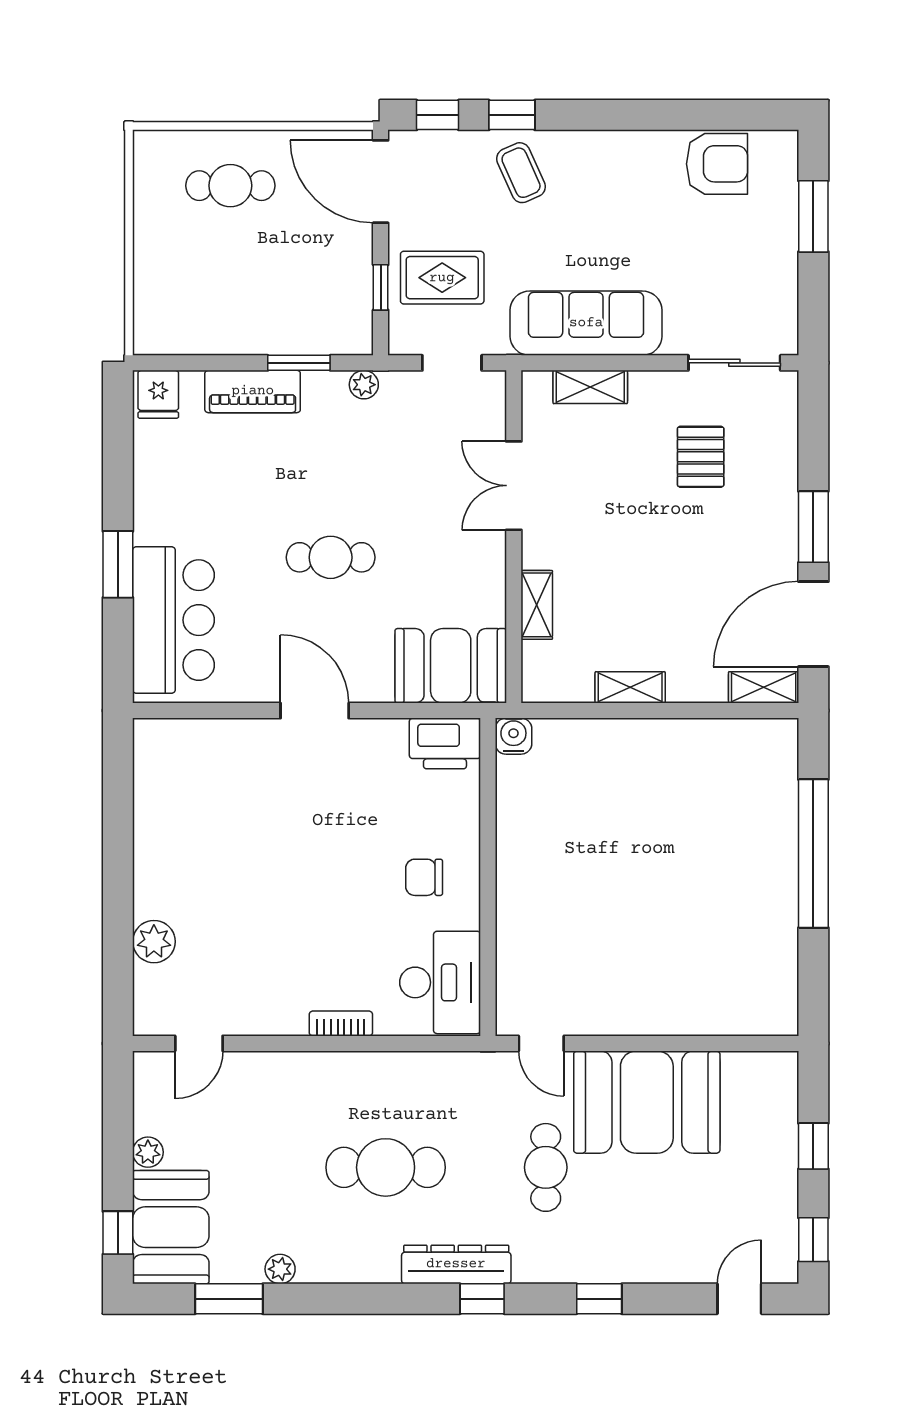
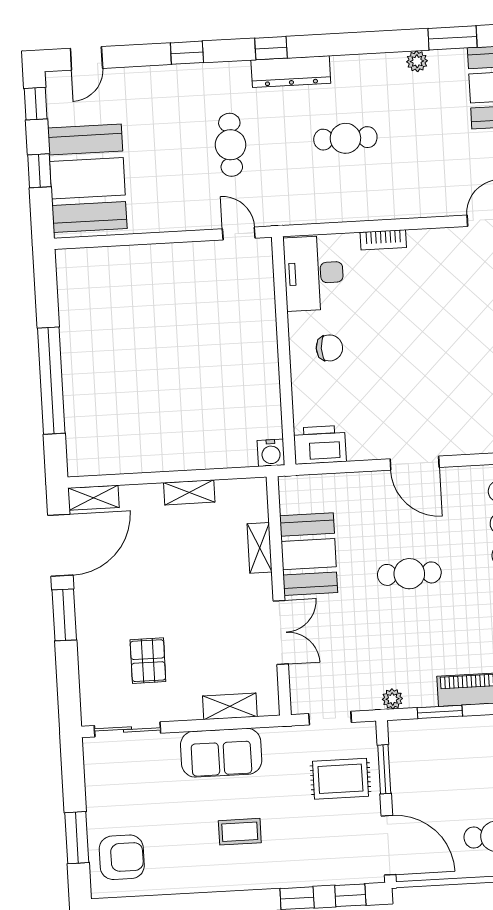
armchair: (717, 164) -> (122, 857), moved, turned 180
coffee table: (521, 173) -> (240, 832), moved, turned -66
window: (381, 287) -> (384, 769), width x1.50
sofa: (586, 323) -> (221, 753), width x0.73
booth: (451, 666) -> (309, 554), moved, turned 90
booth: (647, 1102) -> (87, 178), moved, turned 90
cafe table: (386, 1167) -> (345, 138), width x0.73, depth x0.74

